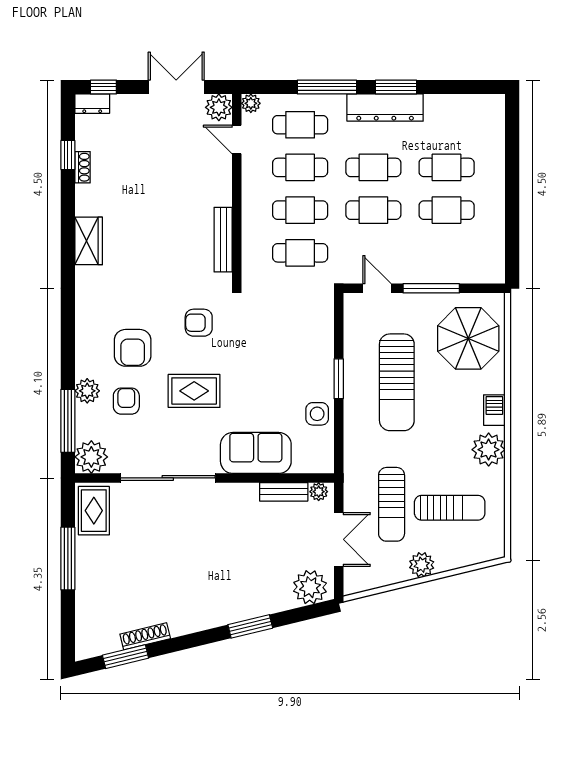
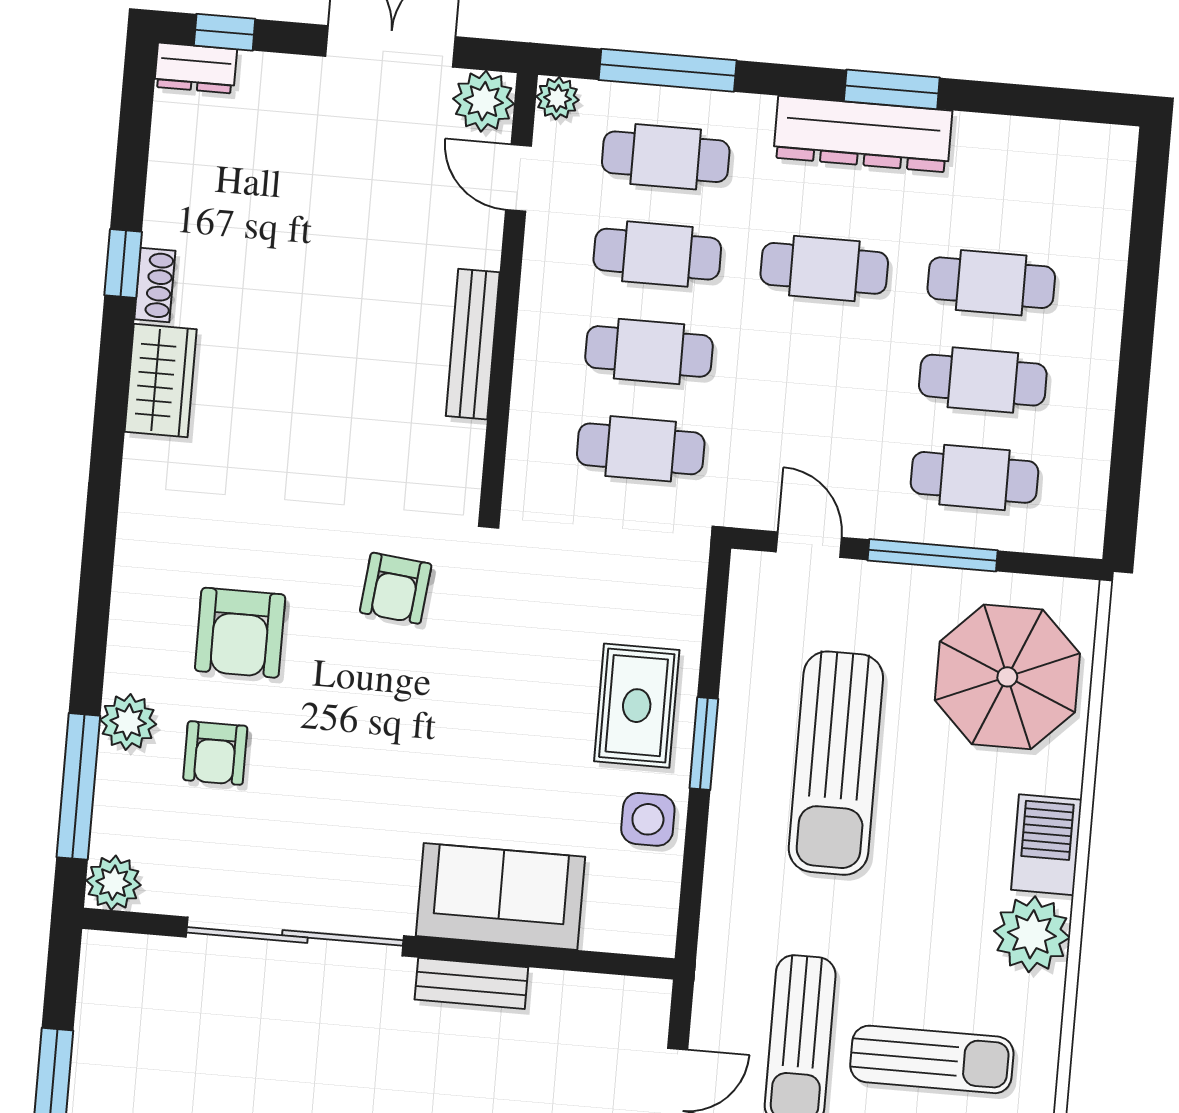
window: (327, 87) -> (668, 70), moved
window: (68, 155) -> (123, 264), moved
shoe rack: (83, 167) -> (155, 285), moved
cafe table: (373, 210) -> (975, 477), moved
bench: (223, 240) -> (473, 344), moved
armchair: (199, 323) -> (396, 588), turned -84
rug: (194, 391) -> (637, 706), moved, turned 90
armchair: (126, 401) -> (215, 753), turned 180
barbecue: (494, 410) -> (1046, 845), width x1.38, depth x1.27
plant: (91, 457) -> (114, 883), width x0.73, depth x0.73
bench: (284, 492) -> (471, 983), moved
plant: (319, 492) -> (636, 997), removed
rug: (94, 511) -> (120, 996), removed

